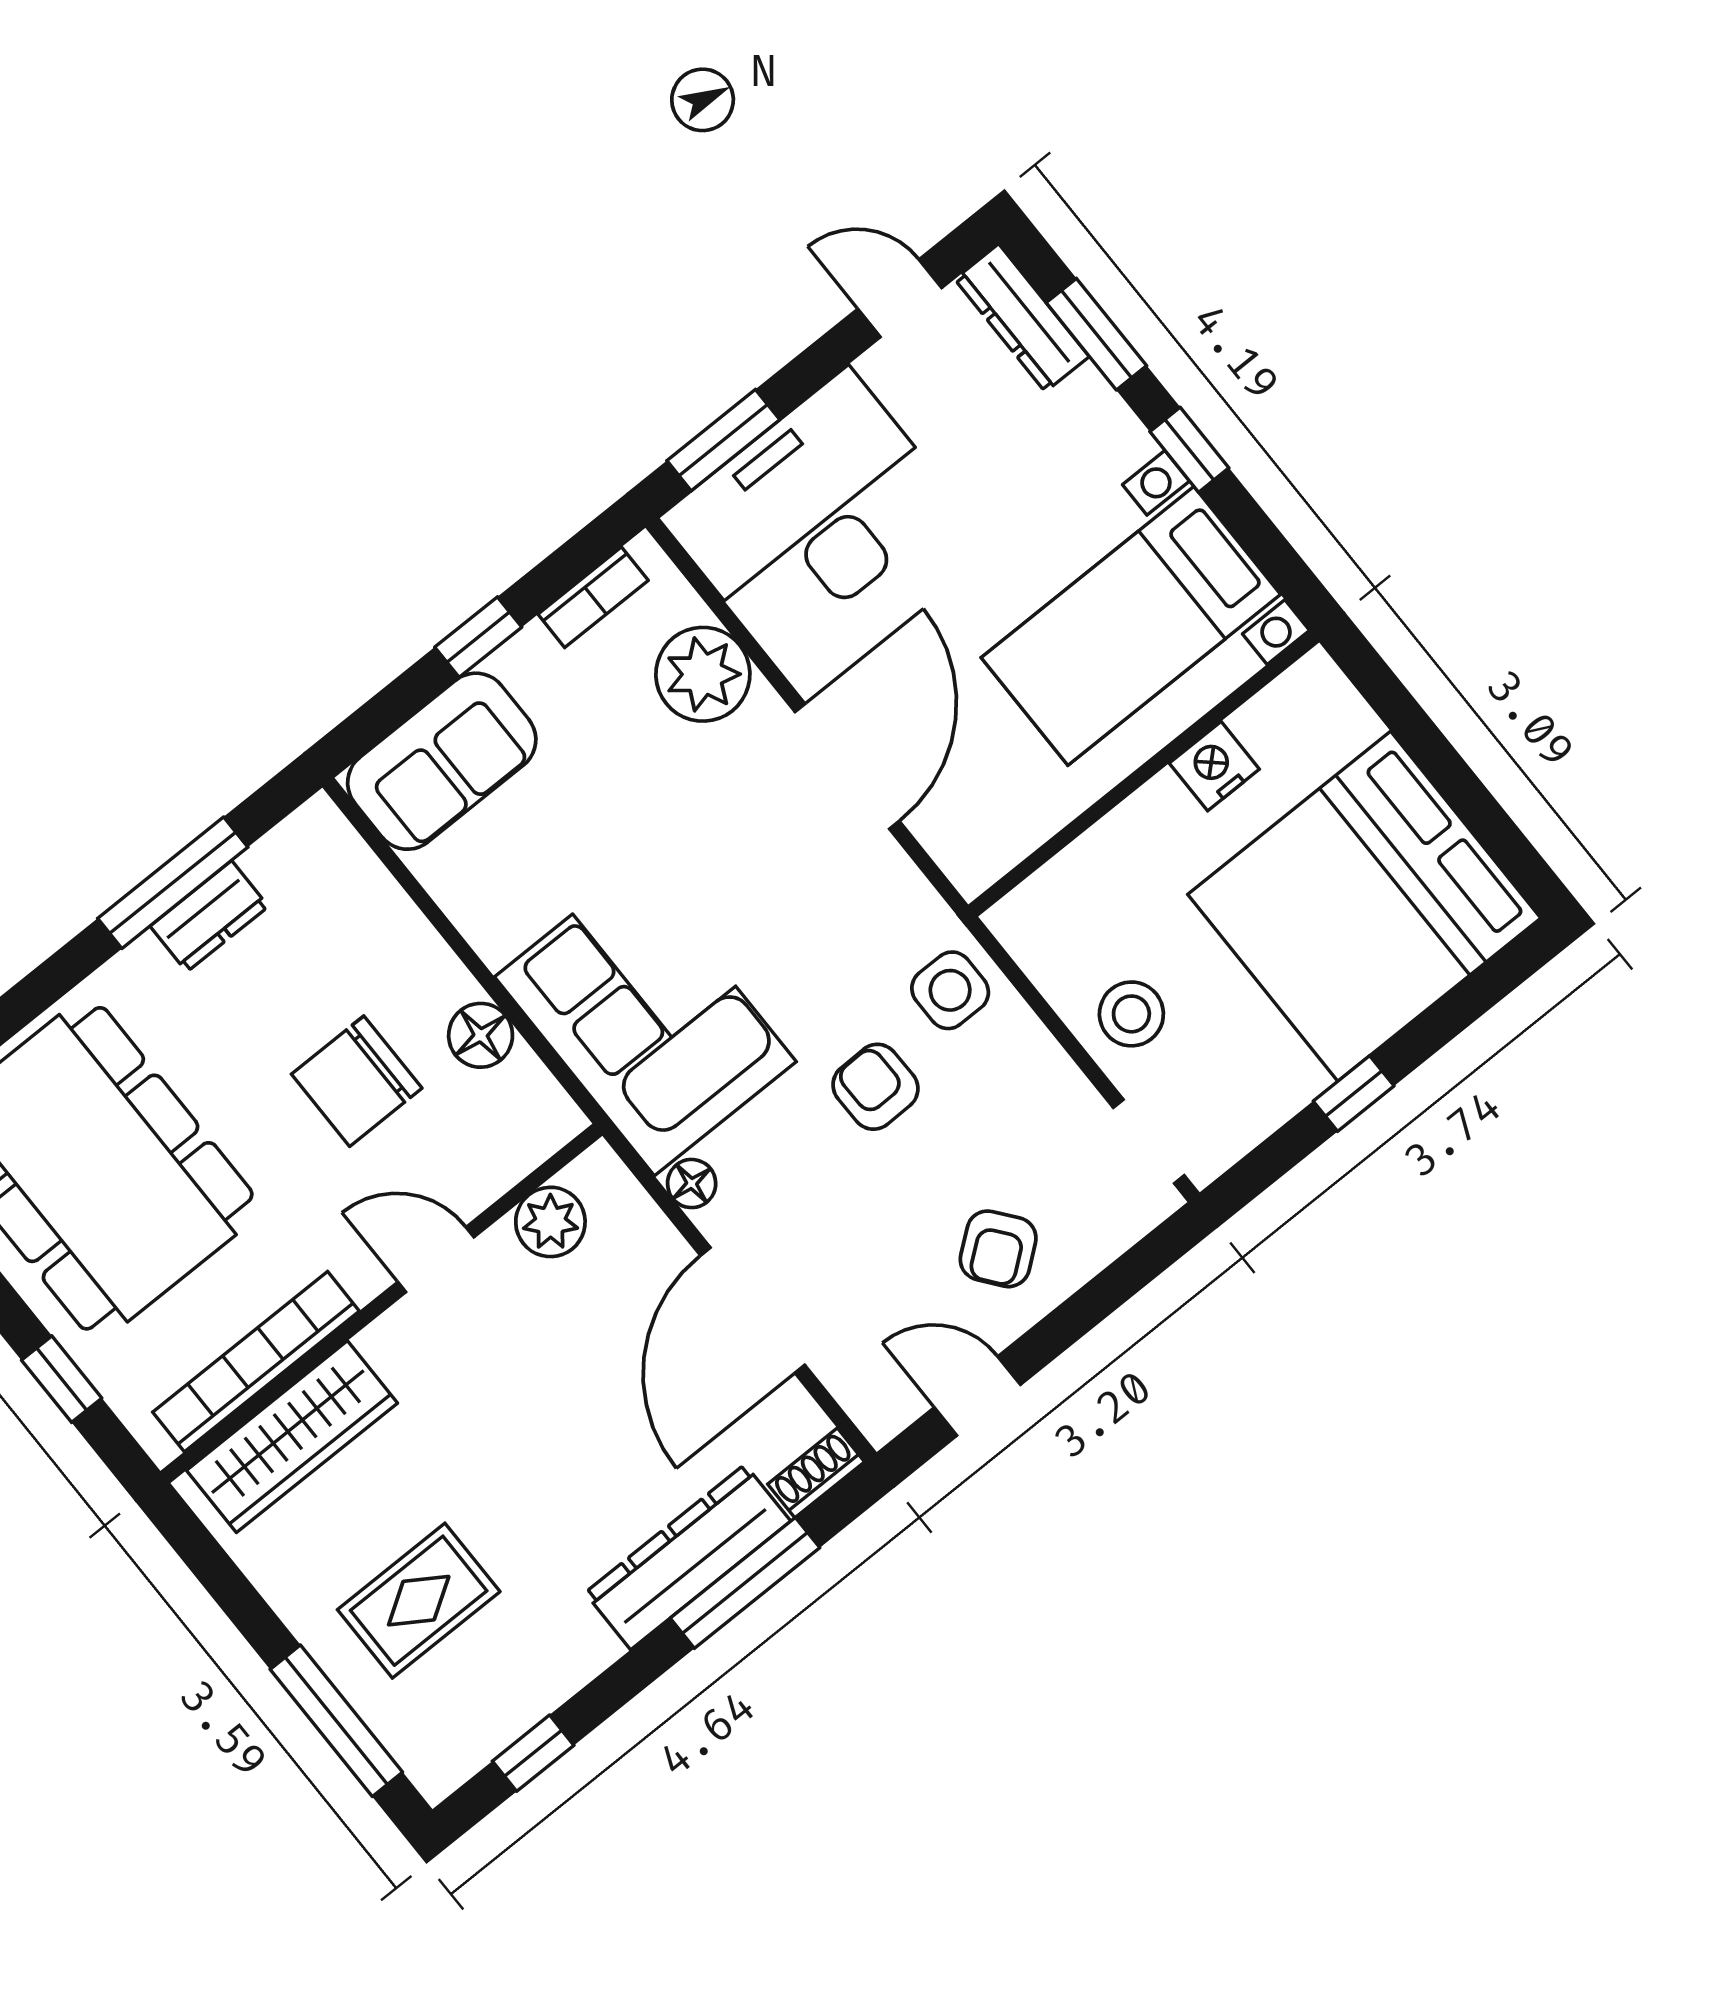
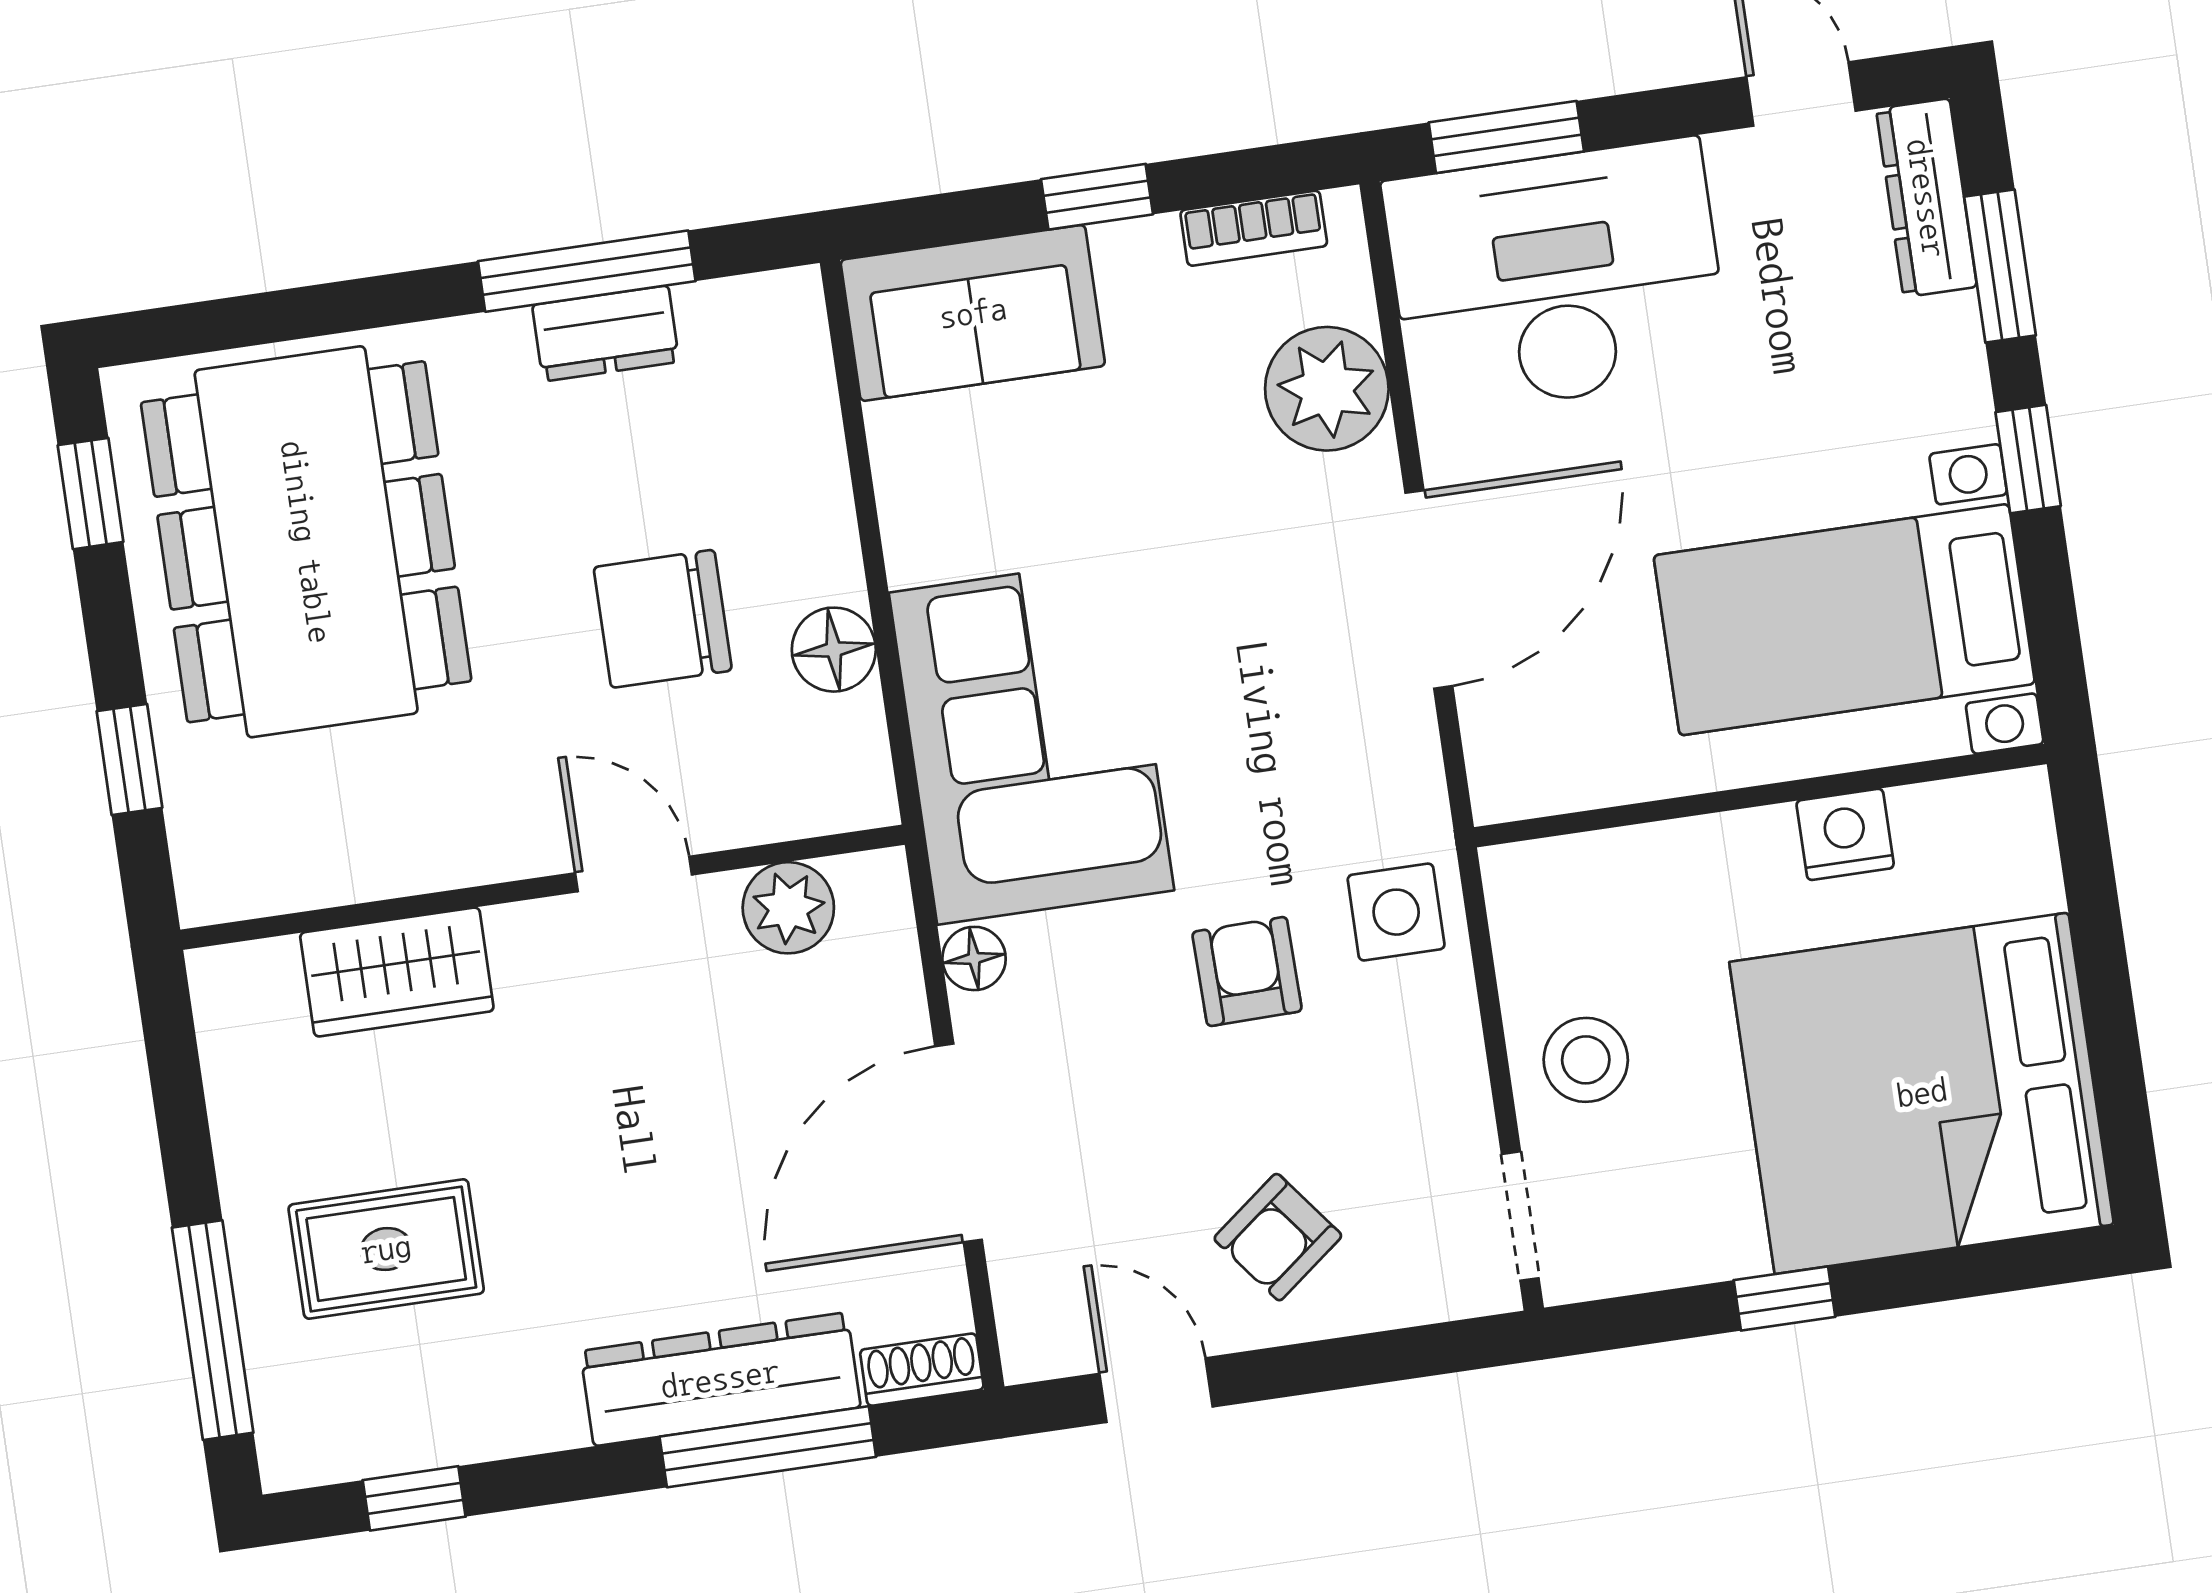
bookcase: (256, 1362) -> (361, 869), removed
wardrobe: (292, 1437) -> (397, 972), width x0.67

